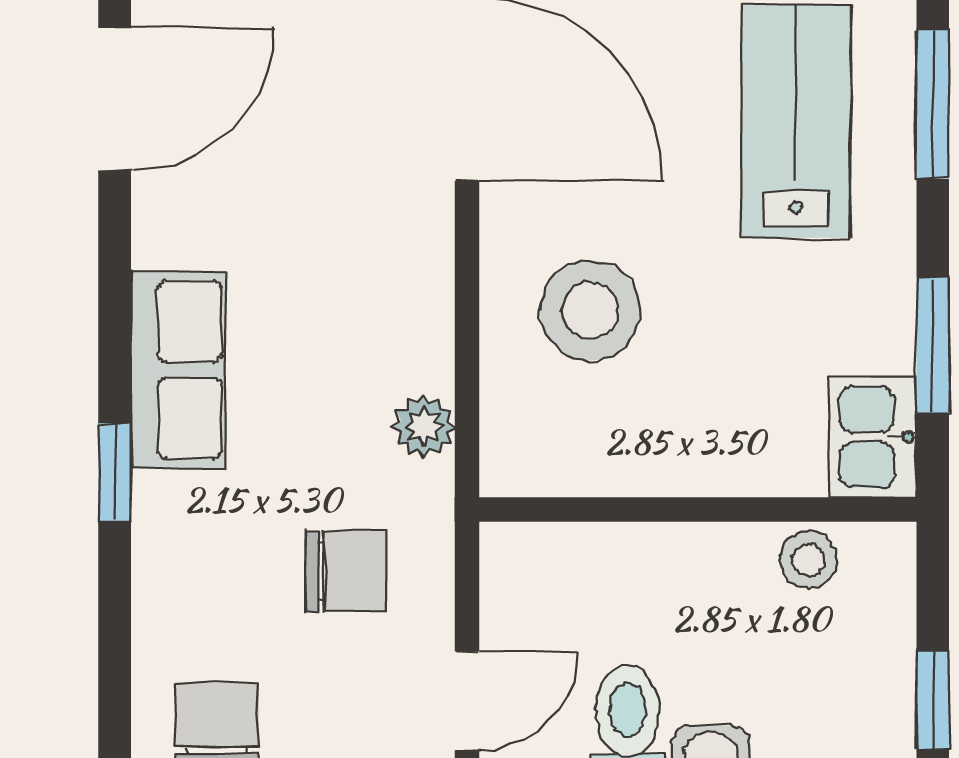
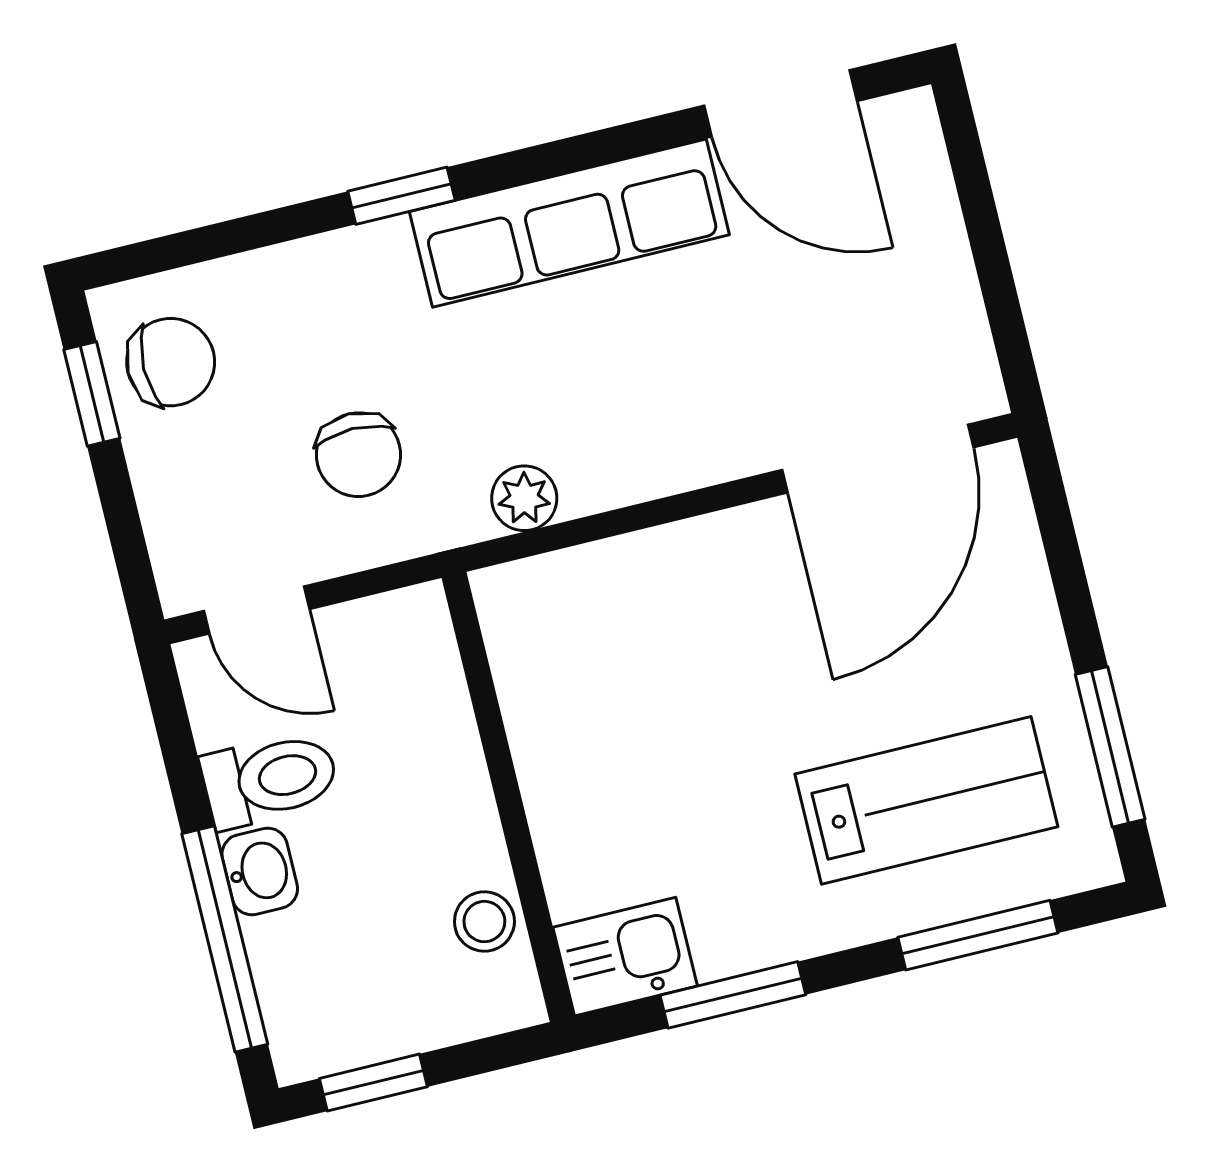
stool: (590, 311) -> (683, 638), removed
row of seats: (178, 370) -> (569, 223), width x1.48

